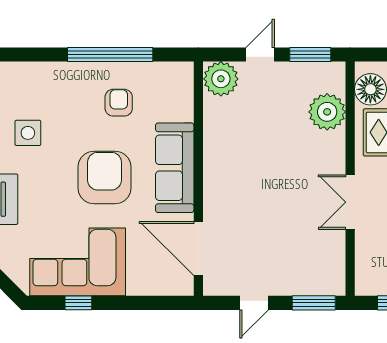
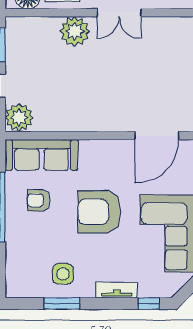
plant: (327, 112) -> (75, 31), moved
sofa: (175, 168) -> (42, 155), moved

